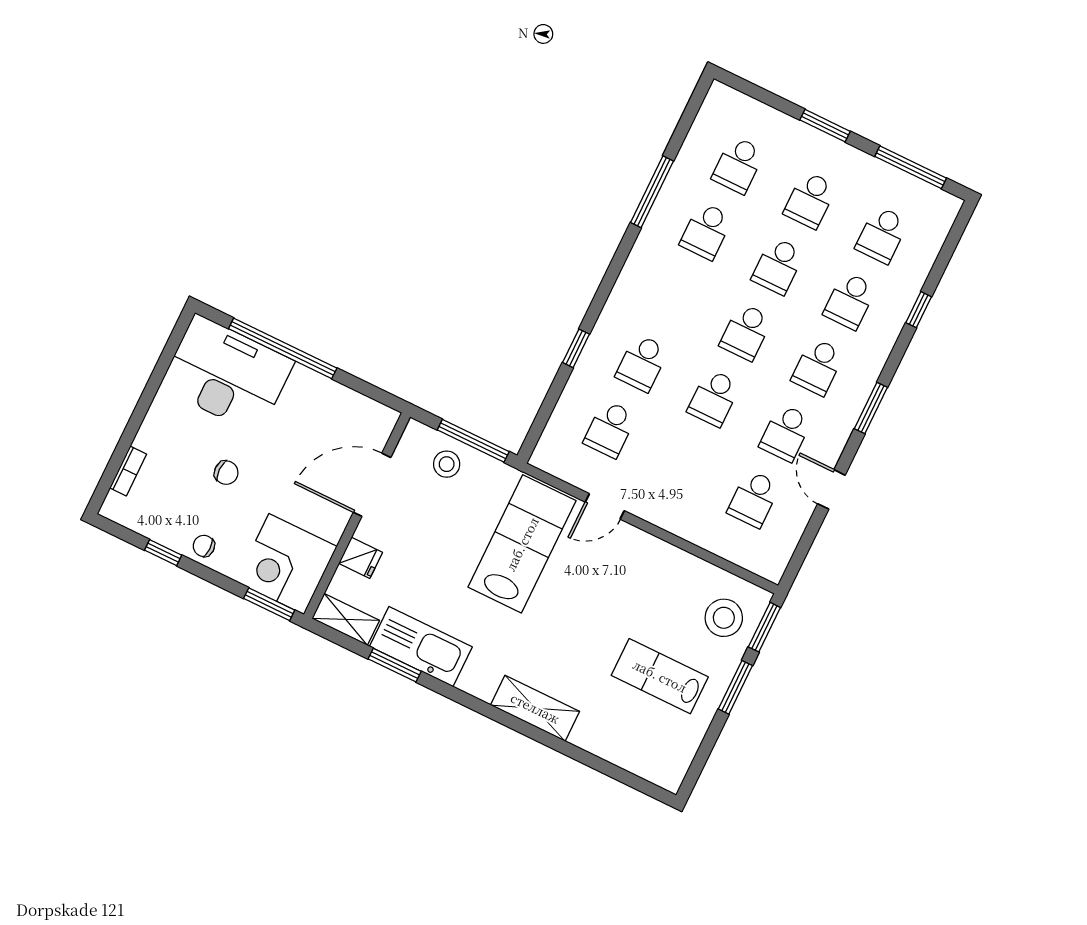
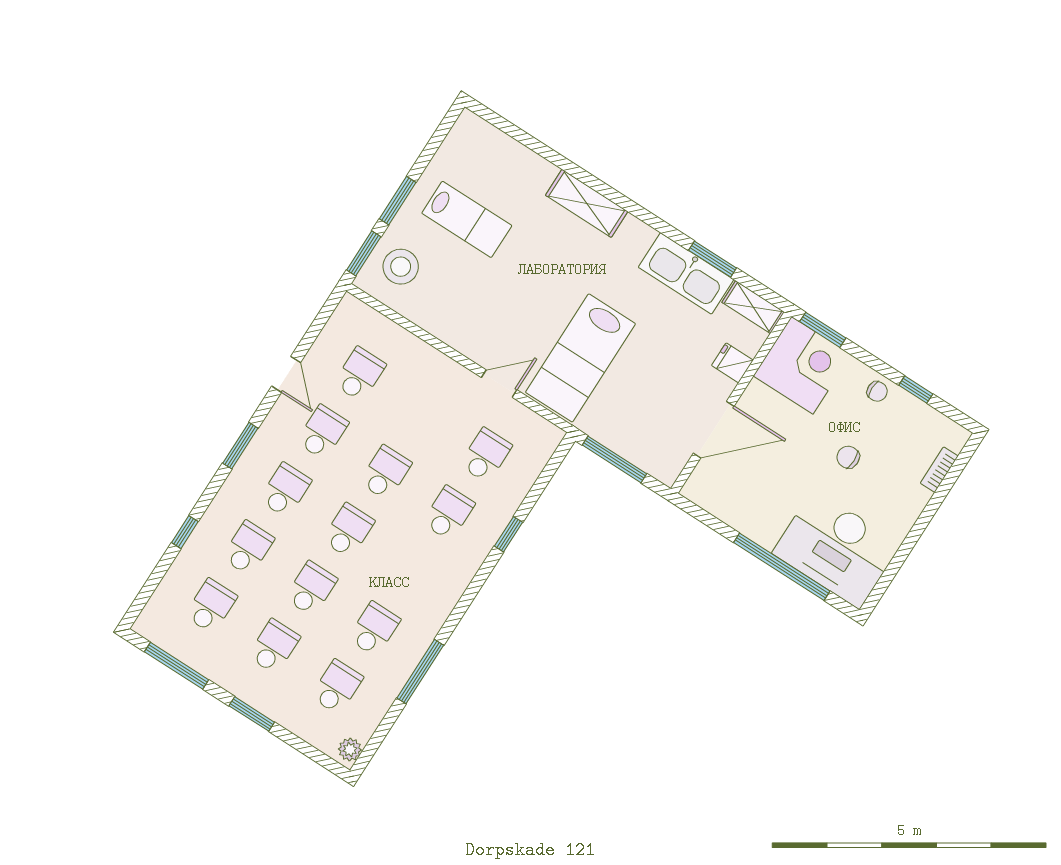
plant: (717, 100) -> (350, 749), added
stool: (447, 464) -> (642, 441), removed

